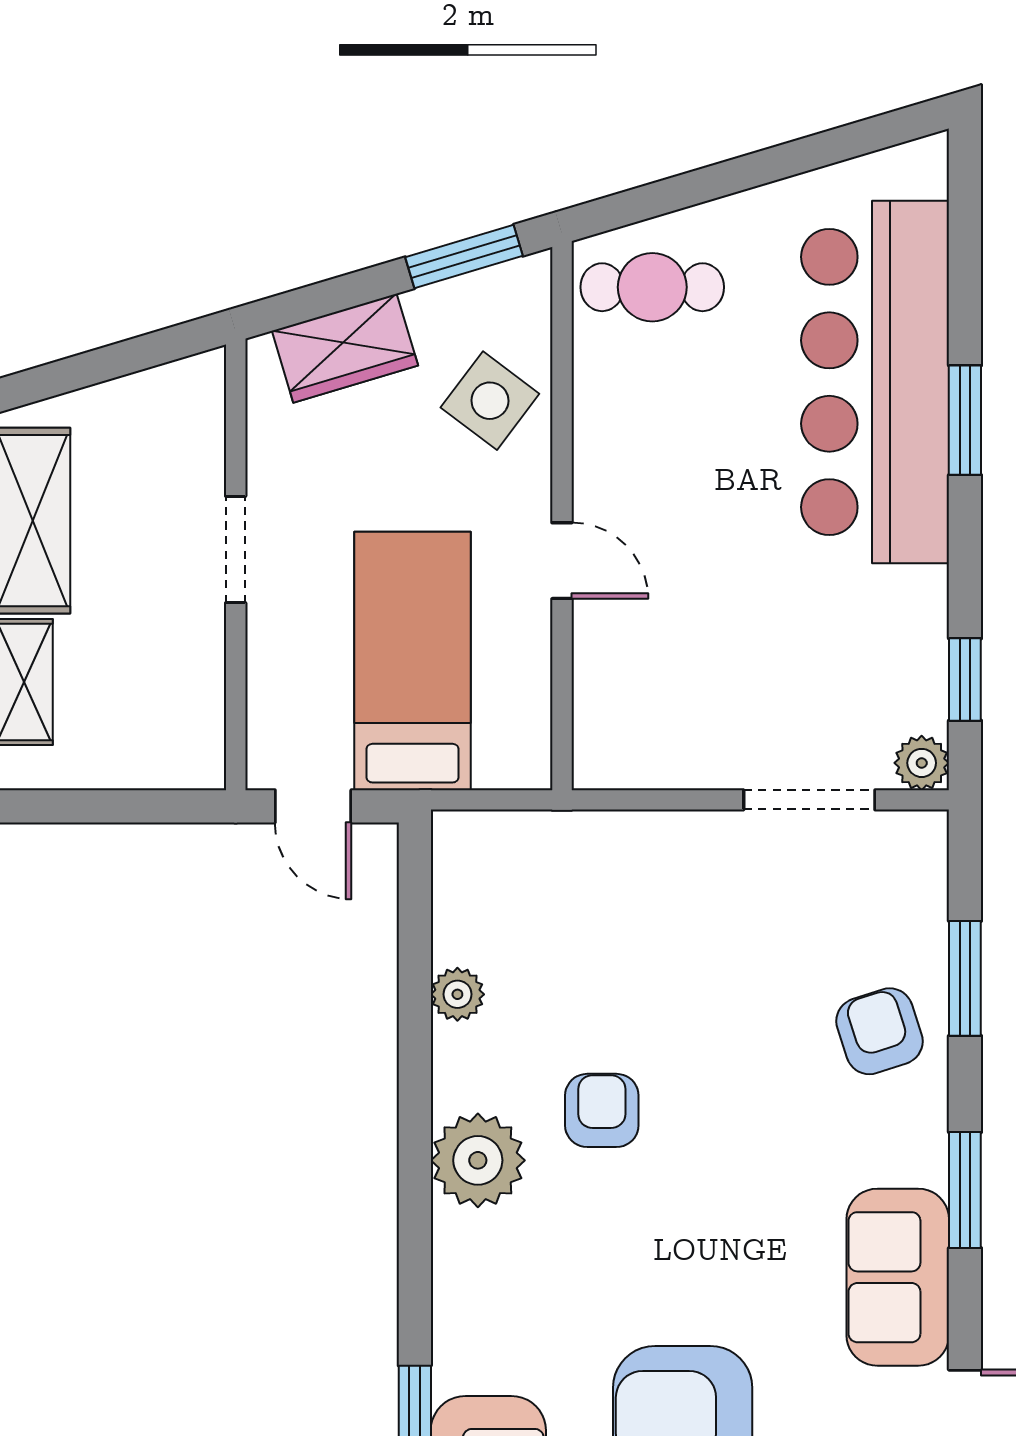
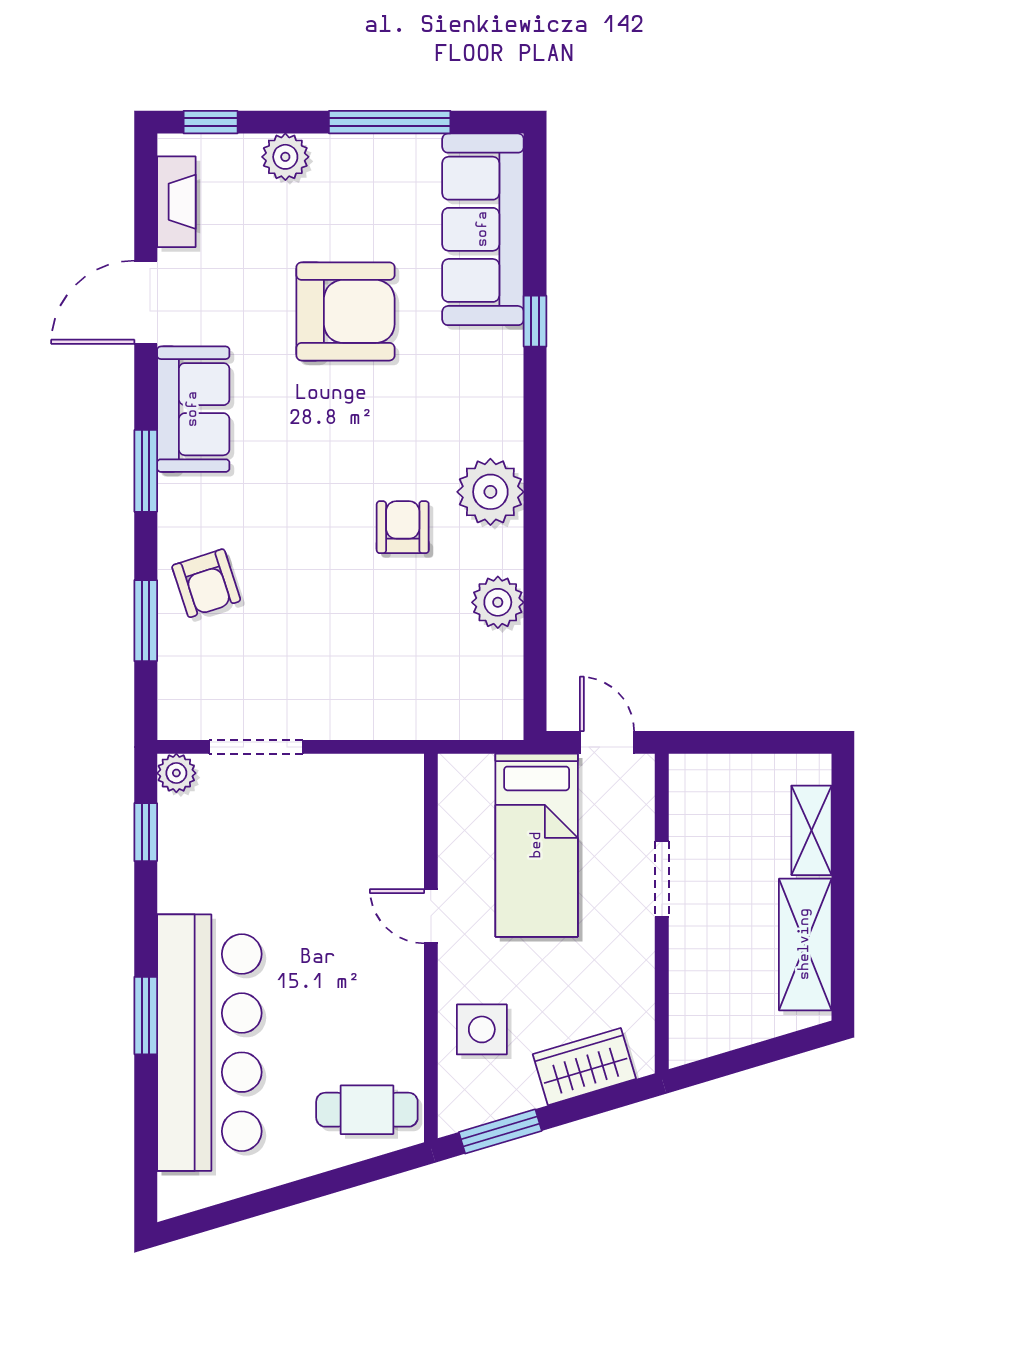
side table: (490, 401) -> (482, 1029), turned -37
doorway: (236, 549) -> (662, 879), moved
plant: (457, 994) -> (498, 602), width x1.38, depth x1.38
armchair: (602, 1110) -> (403, 527), turned 180

